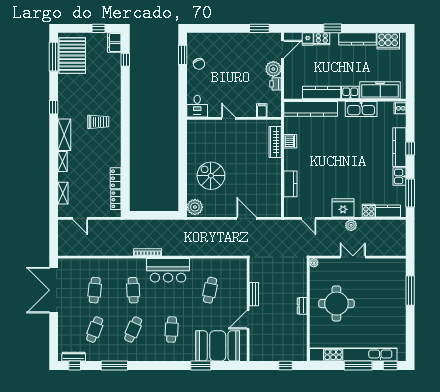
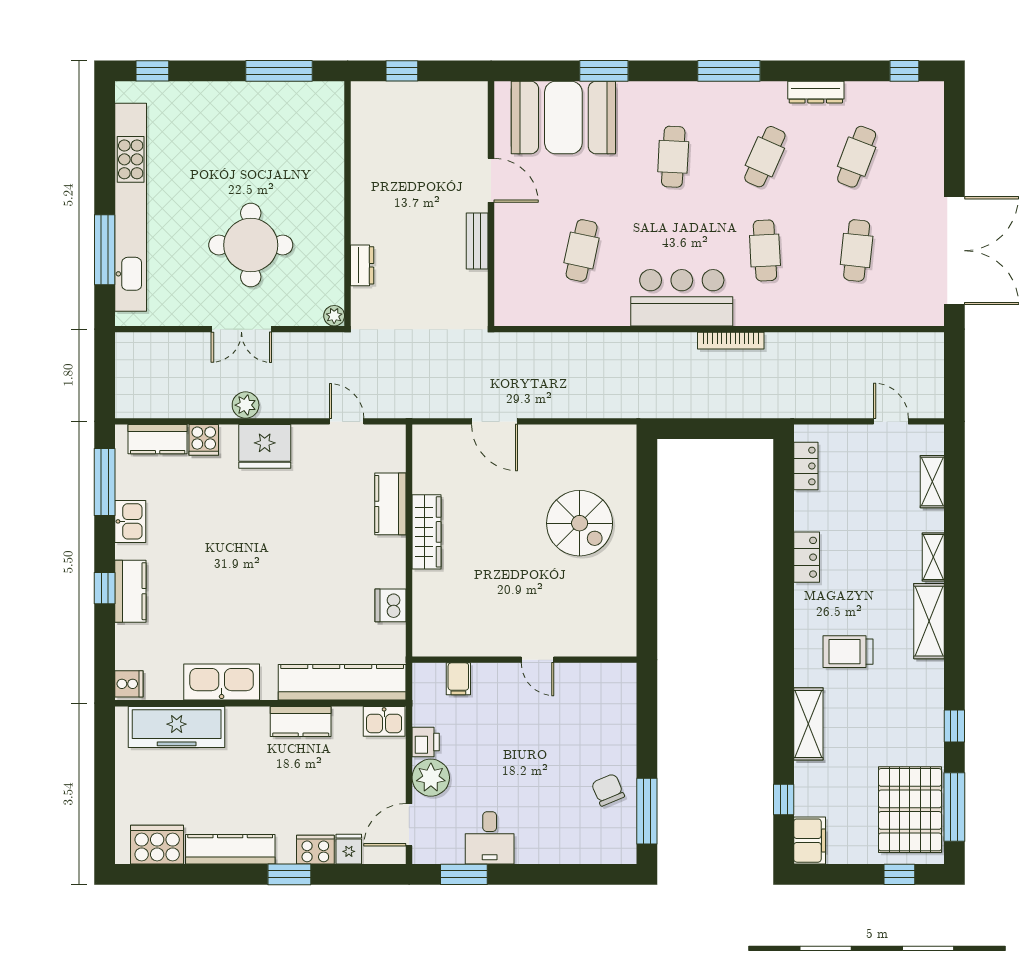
window: (99, 28) -> (899, 874), moved
window: (183, 55) -> (647, 811), width x1.44
shelving: (115, 91) -> (808, 724), added
kitchen counter: (322, 93) -> (301, 721), width x0.67
kitchen sink: (350, 93) -> (384, 721), moved
desk: (197, 106) -> (490, 838), moved, turned 180
window: (54, 107) -> (954, 726), moved
wardrobe: (275, 142) -> (427, 532), moved
kitchen counter: (399, 147) -> (130, 591), width x0.67
locker: (116, 178) -> (807, 557), moved
plant: (195, 207) -> (618, 449), removed
round table: (336, 304) -> (251, 245), moved
dresser: (302, 306) -> (362, 265), moved
door: (248, 320) -> (491, 180), hinge flipped
kitchen unit: (353, 355) -> (131, 207), moved, turned -90
dresser: (74, 357) -> (816, 92), moved
window: (114, 366) -> (729, 71), moved
window: (358, 366) -> (279, 71), moved

